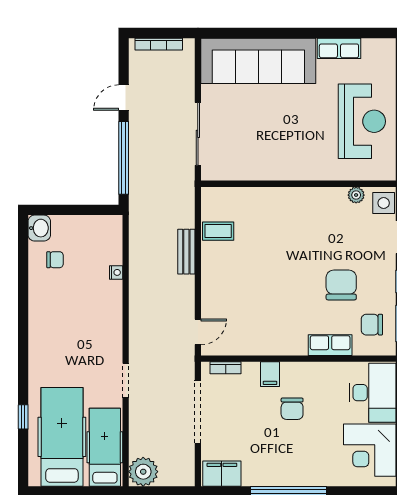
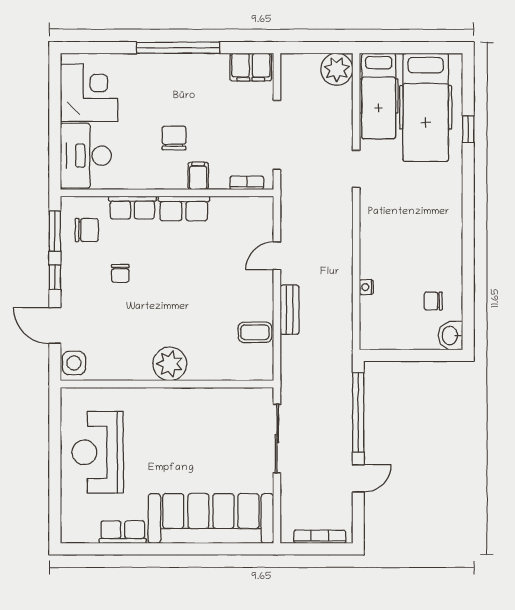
plant: (356, 195) -> (170, 364), moved, width x1.87, depth x1.87
chair: (341, 285) -> (120, 273), width x0.54, depth x0.54
door: (198, 332) -> (277, 256), moved
row of seats: (283, 344) -> (184, 208), added

